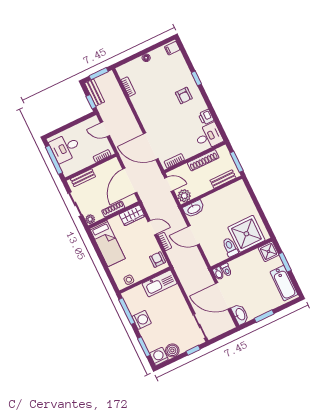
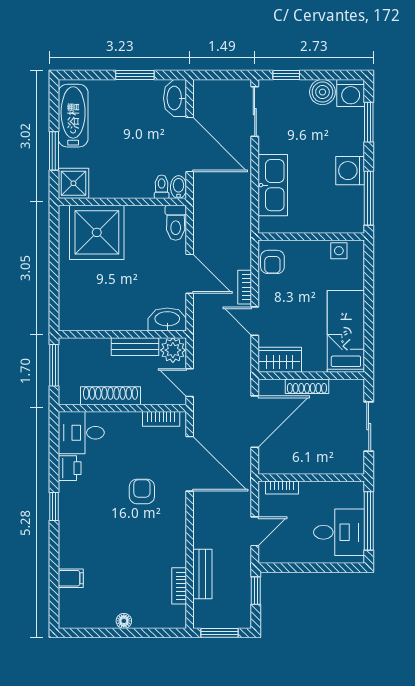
filing cabinet: (172, 48) -> (71, 578), moved
window: (196, 78) -> (54, 507), moved
bench: (95, 92) -> (202, 574), moved
armchair: (184, 96) -> (142, 491), moved
door: (105, 129) -> (255, 531), hinge flipped
bench: (83, 178) -> (333, 466), removed
bench: (223, 179) -> (135, 347), moved
plant: (90, 219) -> (355, 388), removed
toilet: (230, 247) -> (176, 223), moved
kitchen sink: (160, 283) -> (273, 185), moved, turned 90

